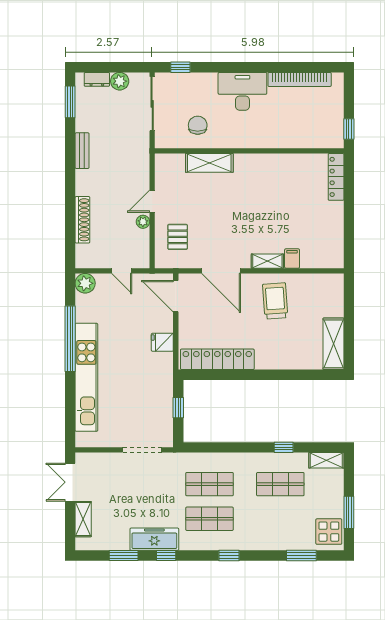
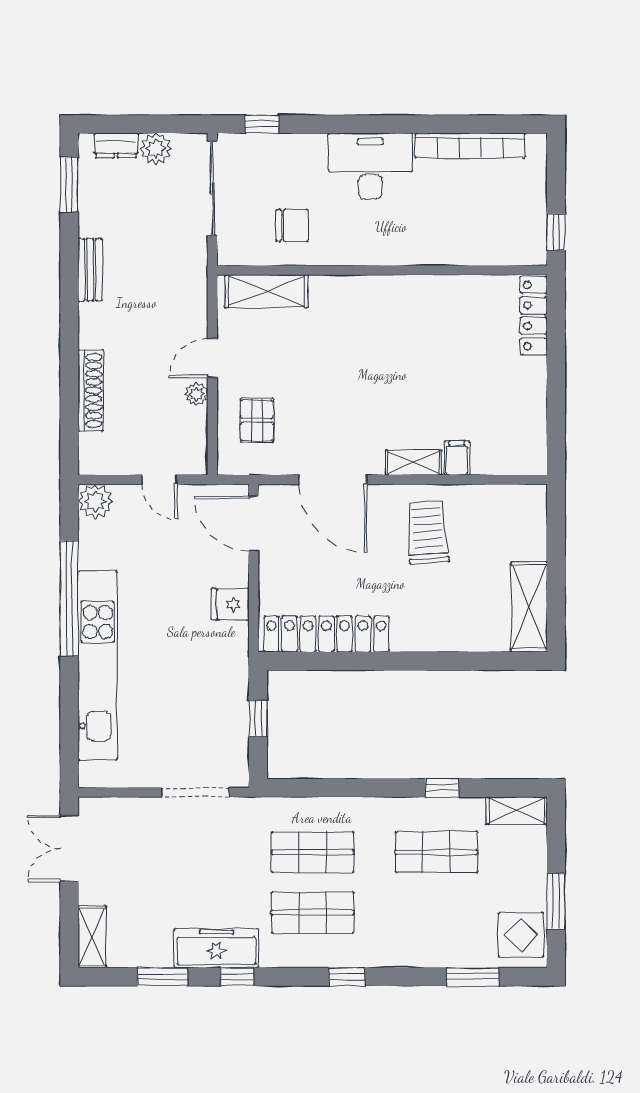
chair: (198, 125) -> (292, 225), turned 90
shelving: (209, 163) -> (266, 291), moved
shelving: (83, 519) -> (92, 937), moved

